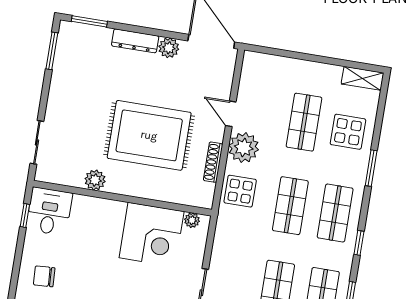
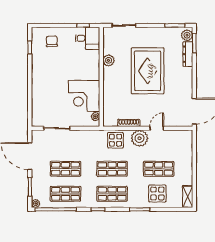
dresser: (135, 41) -> (188, 54), moved
plant: (169, 48) -> (187, 35), moved
rug: (149, 135) -> (148, 71), moved

